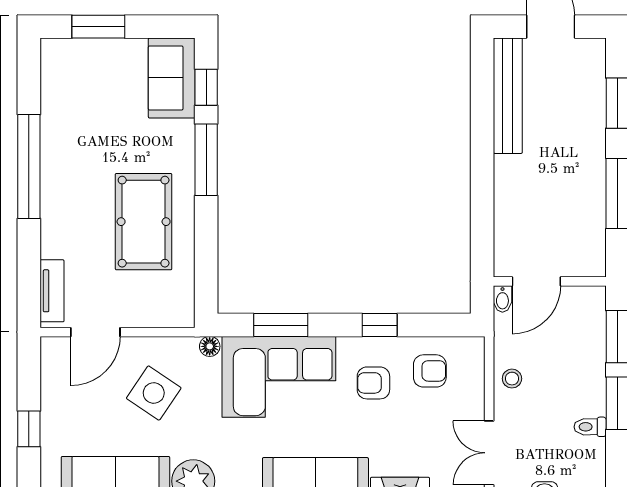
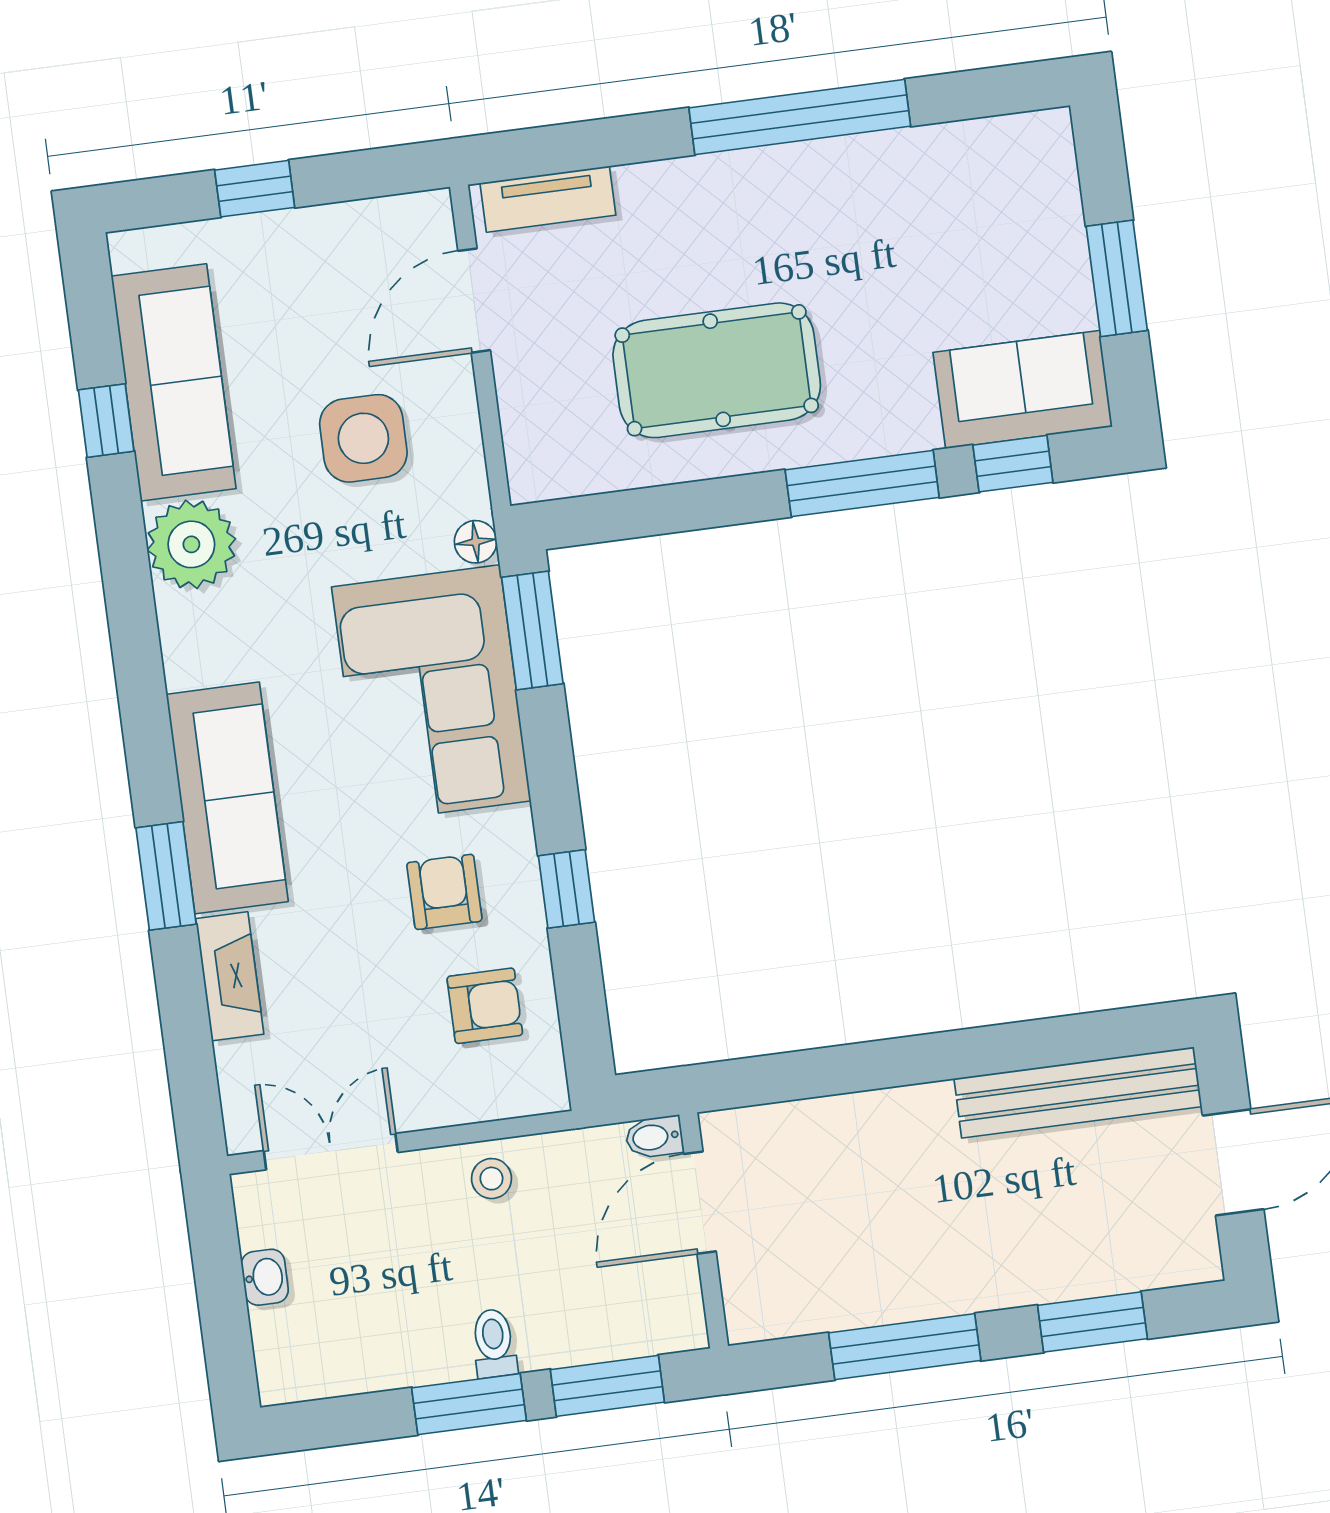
window: (98, 27) -> (1117, 278), moved
door: (536, 281) -> (700, 1203), hinge flipped
window: (281, 325) -> (532, 630), moved
door: (95, 332) -> (474, 301), hinge flipped
armchair: (430, 371) -> (485, 1006), turned -90
side table: (154, 393) -> (363, 438), turned -34
toilet: (590, 427) -> (494, 1343), moved

